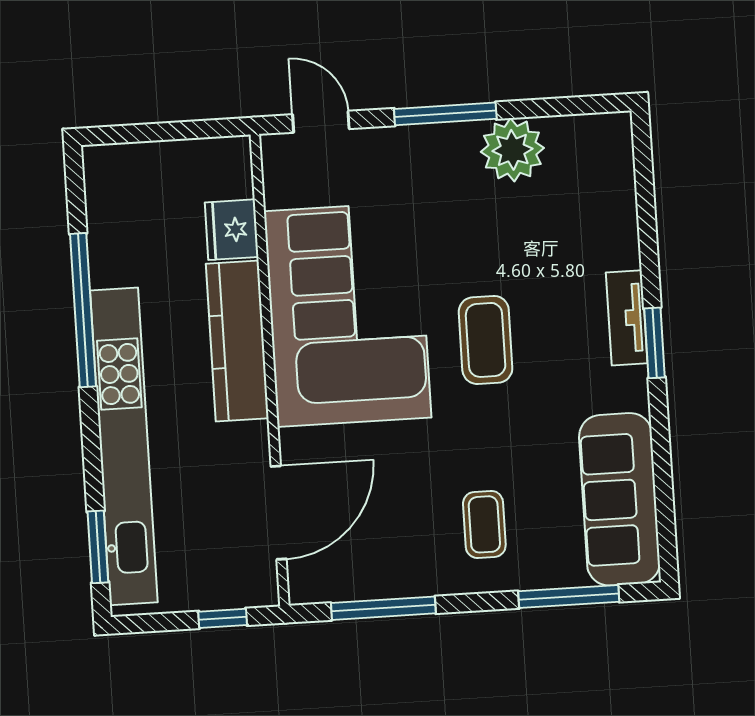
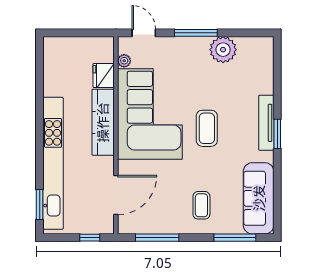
plant: (278, 191) -> (124, 61), added
window: (83, 310) -> (40, 105), removed
tv unit: (627, 318) -> (266, 123), width x1.41

